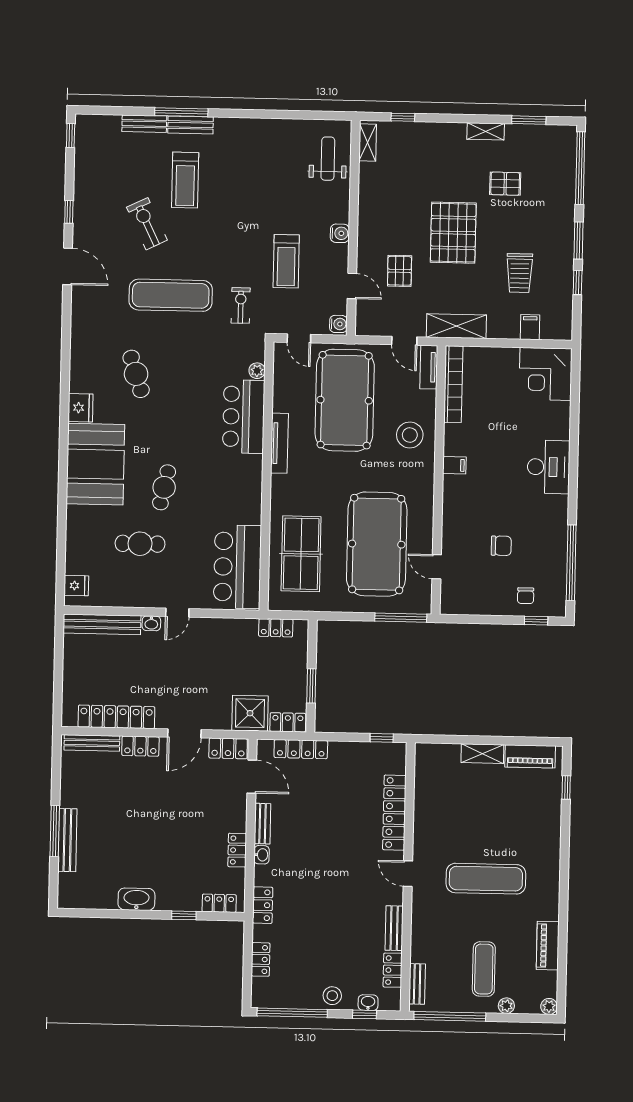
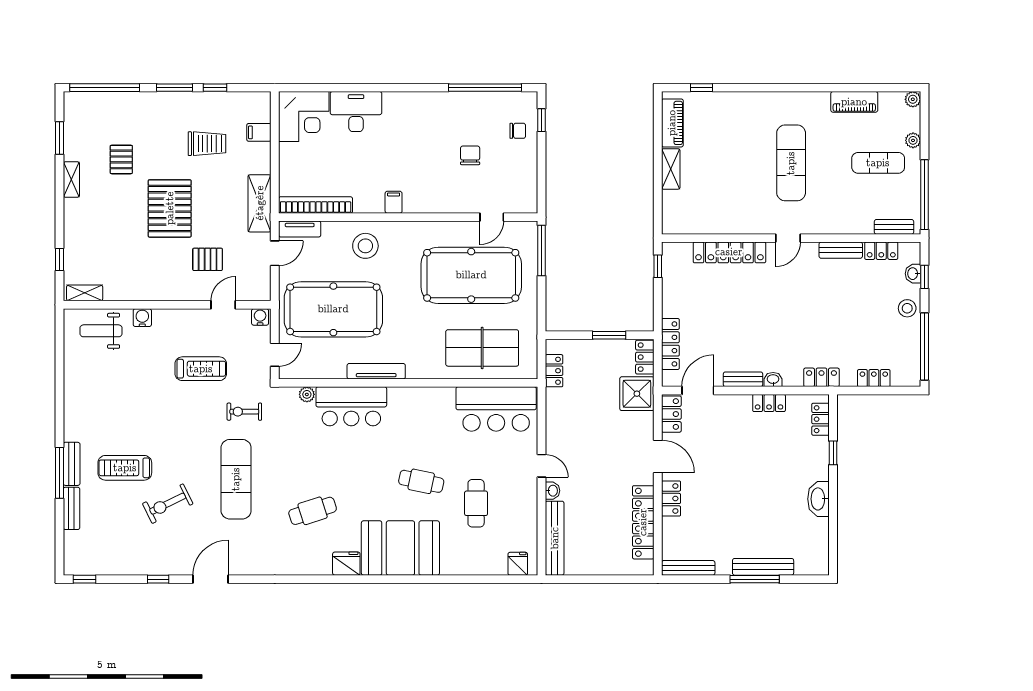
treadmill: (185, 180) -> (125, 468), turned 180
water cooler: (340, 233) -> (142, 318), moved
pallet: (453, 233) -> (170, 208), turned 90
desk: (548, 467) -> (356, 112), moved
bench: (92, 743) -> (688, 568), moved, turned 90

